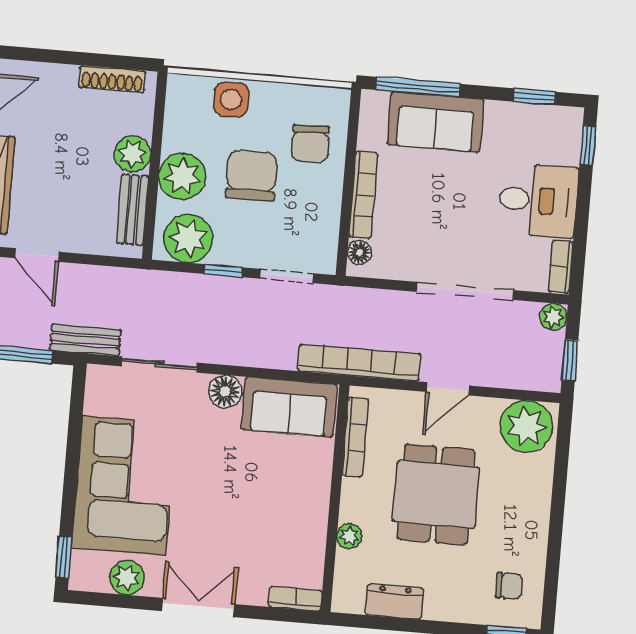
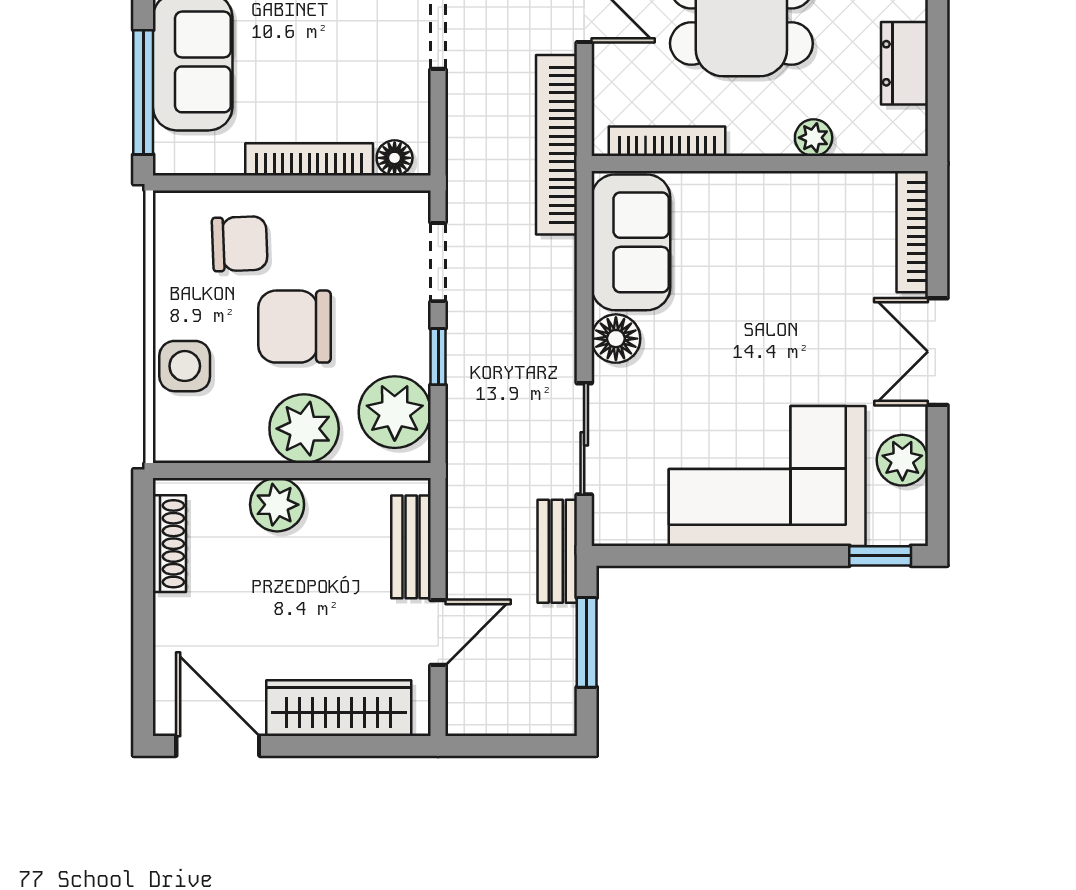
bench: (133, 210) -> (411, 547), moved, turned 90
bookcase: (295, 599) -> (912, 232), width x1.56

